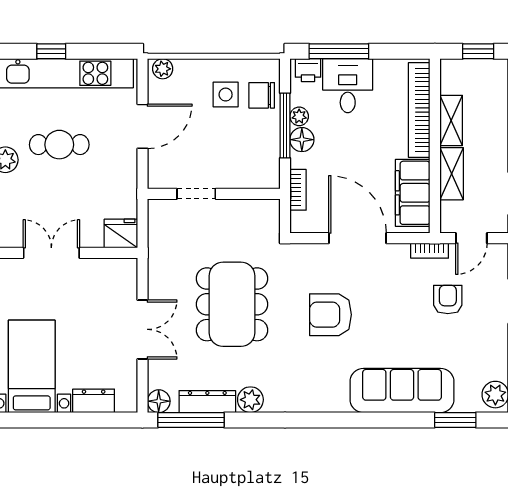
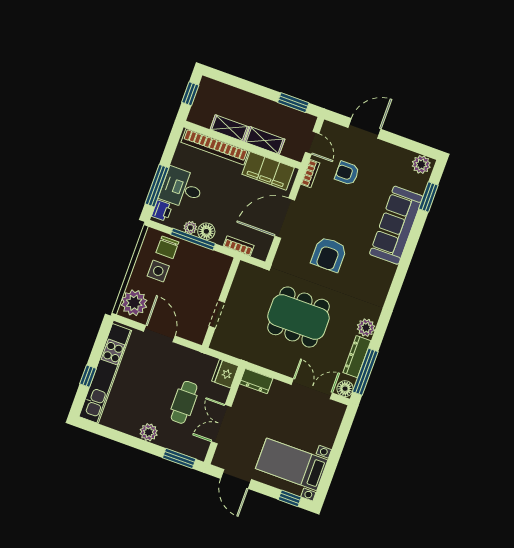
plant: (163, 69) -> (134, 303), width x1.88, depth x1.88
cafe table: (59, 145) -> (184, 402), moved
double door: (142, 329) -> (312, 389), moved
dresser: (94, 401) -> (256, 381), moved, turned -90

